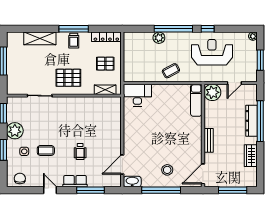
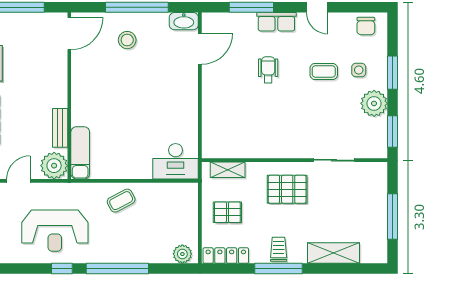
plant: (159, 38) -> (182, 254), moved
bench: (209, 140) -> (60, 128), moved

